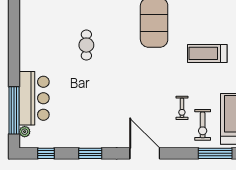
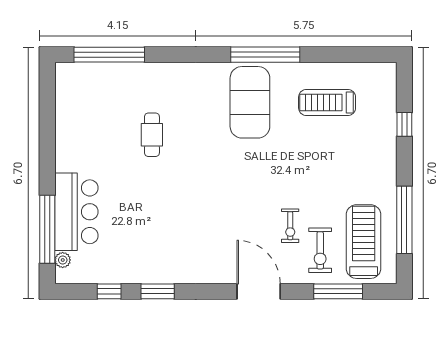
treadmill: (207, 53) -> (327, 102), moved
window: (46, 153) -> (109, 291), moved
door: (145, 153) -> (259, 291), moved

